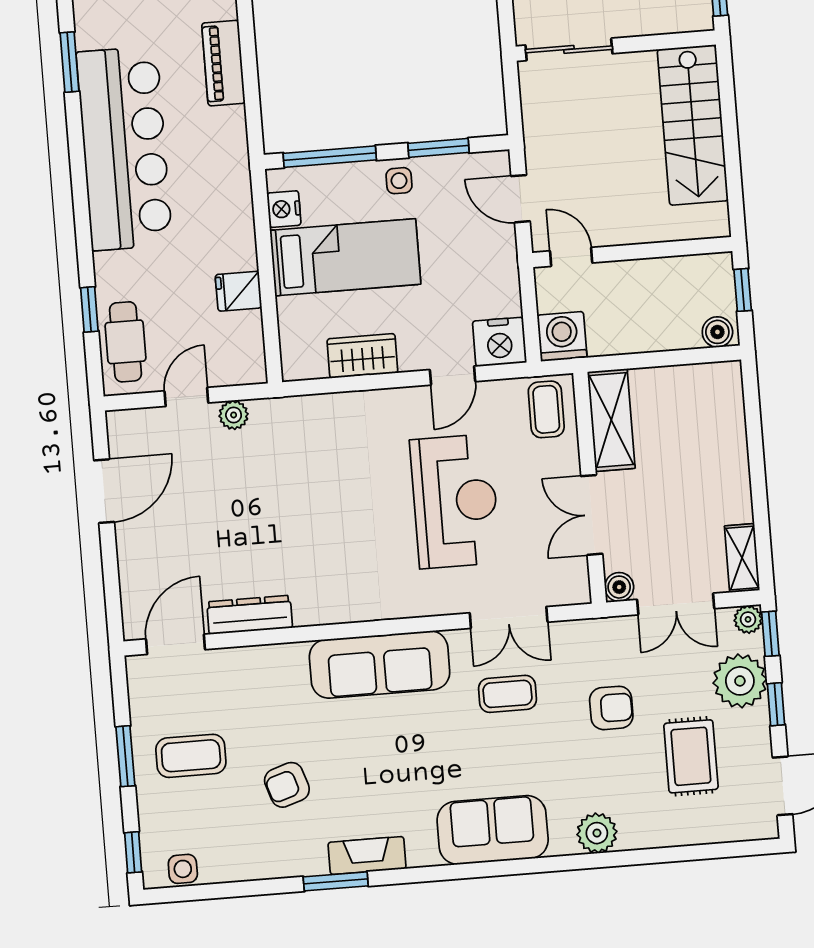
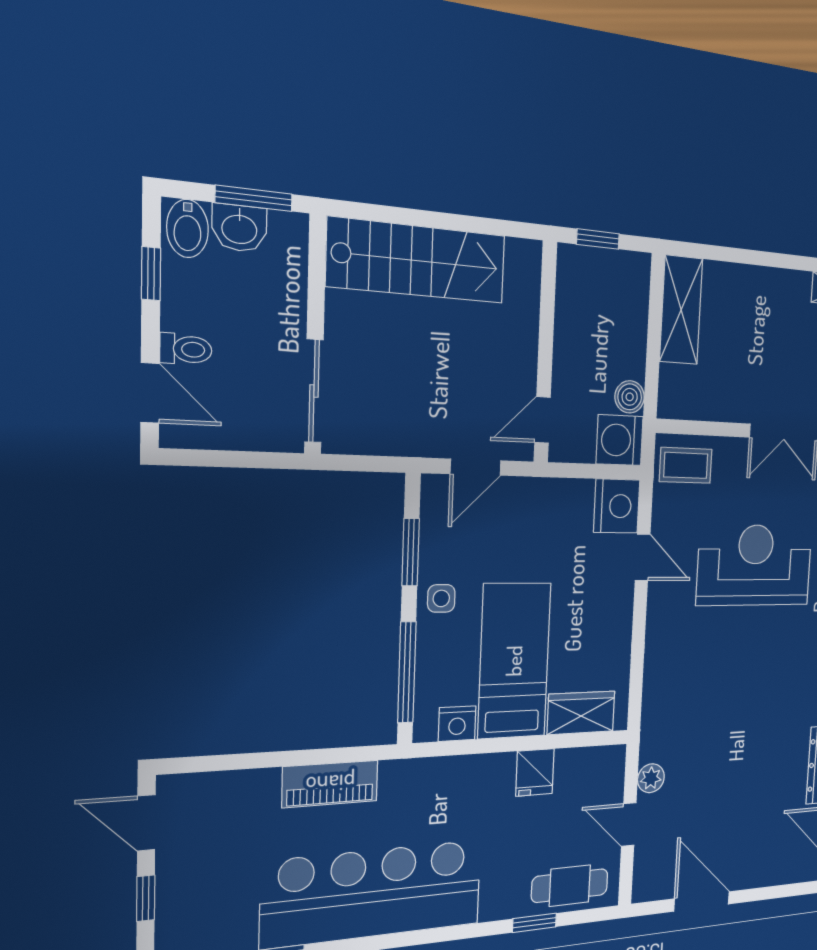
piano: (223, 63) -> (330, 784), moved
boiler: (717, 332) -> (630, 397), moved
wardrobe: (362, 356) -> (581, 713), moved, turned 90
shelving: (611, 420) -> (681, 310), moved, turned 90

